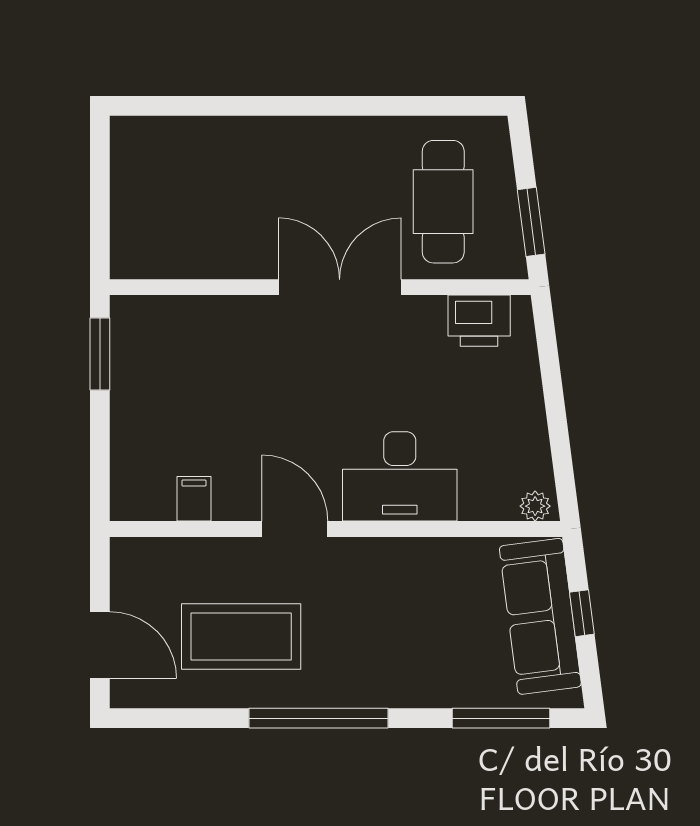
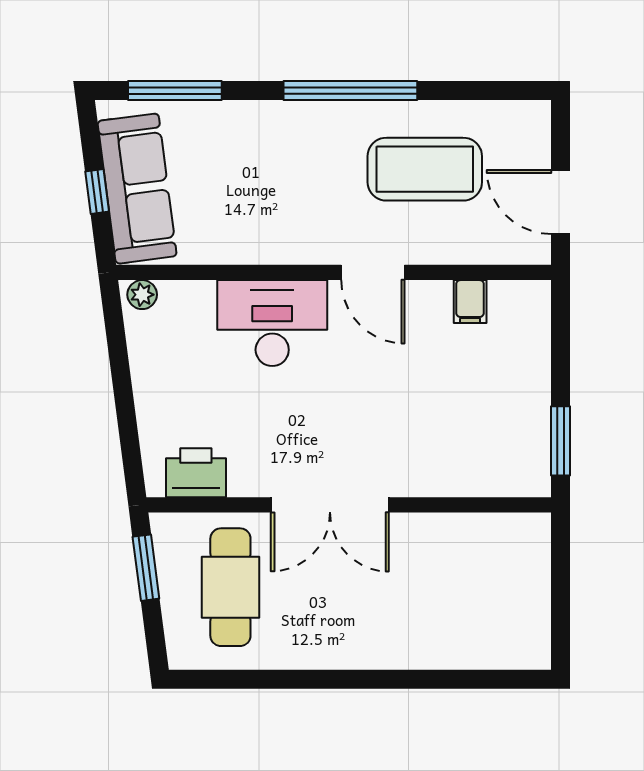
door: (100, 645) -> (561, 202), moved

